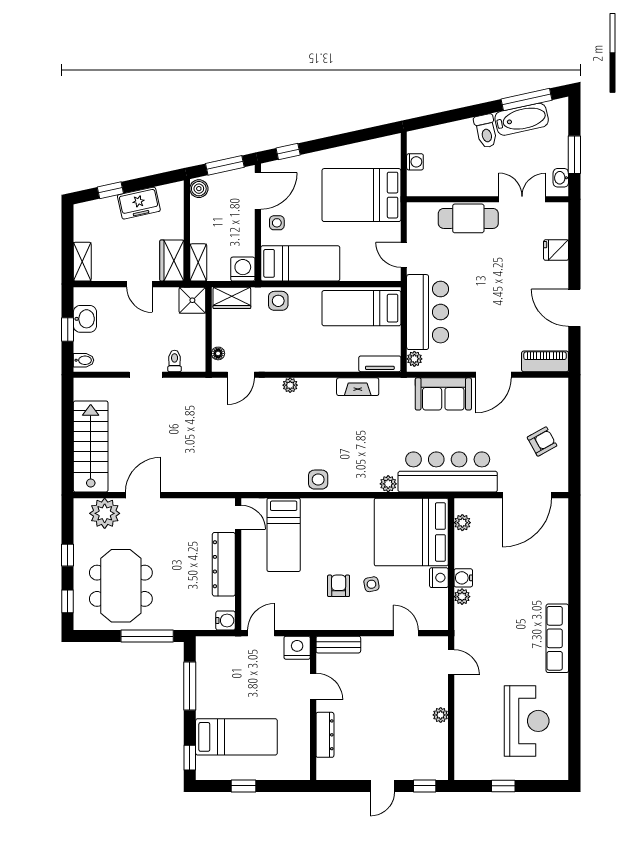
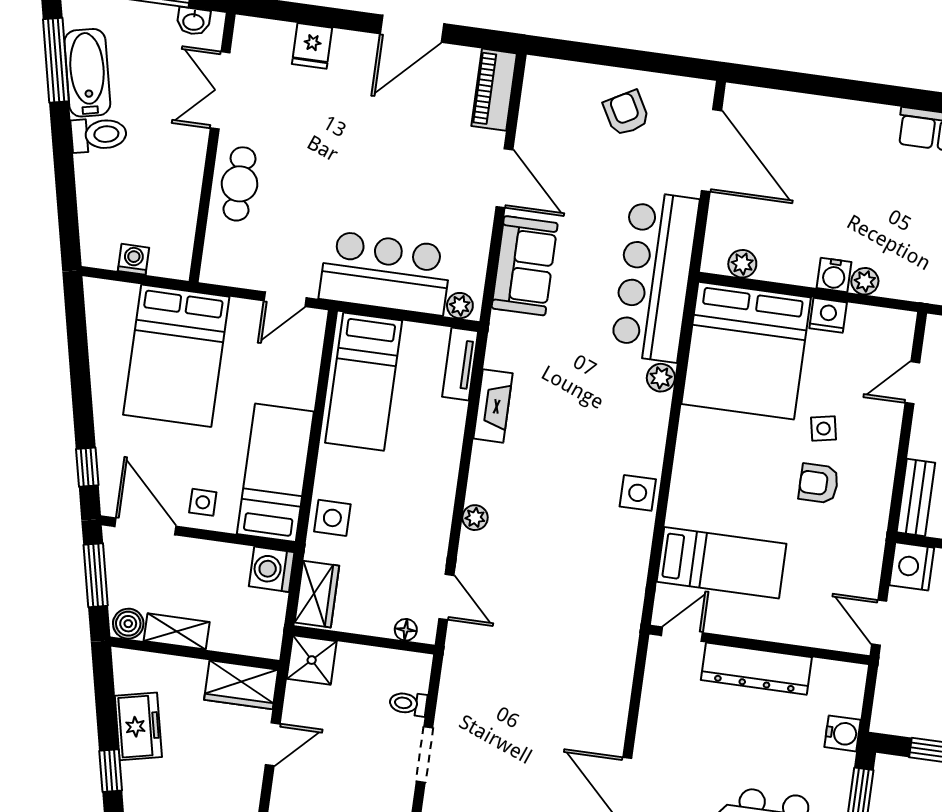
cafe table: (468, 218) -> (240, 184), width x0.73, depth x0.74
shelving: (198, 262) -> (177, 631), moved
water cooler: (226, 621) -> (842, 733), moved, turned 90

